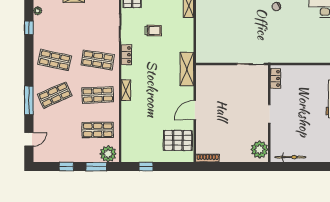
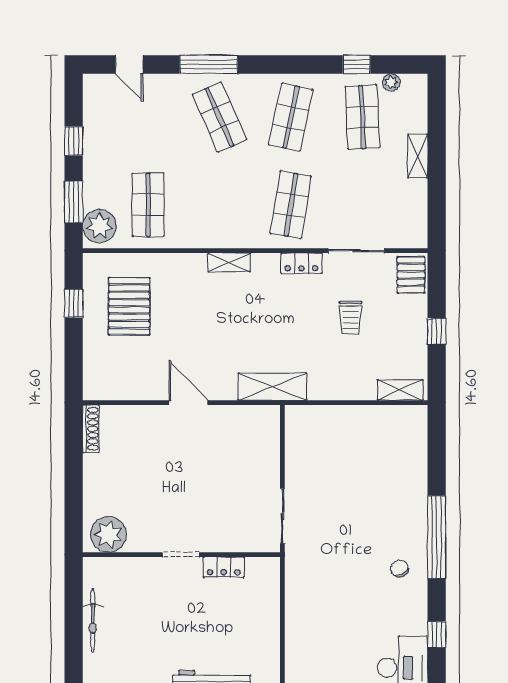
locker: (275, 78) -> (224, 567), moved
shop shelf: (98, 95) -> (362, 117), moved
pallet: (178, 140) -> (129, 306), moved
bicycle: (290, 157) -> (93, 620), moved

